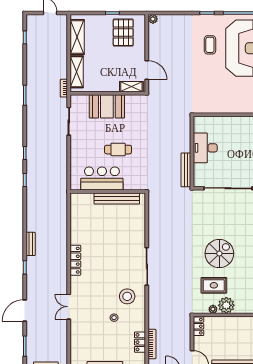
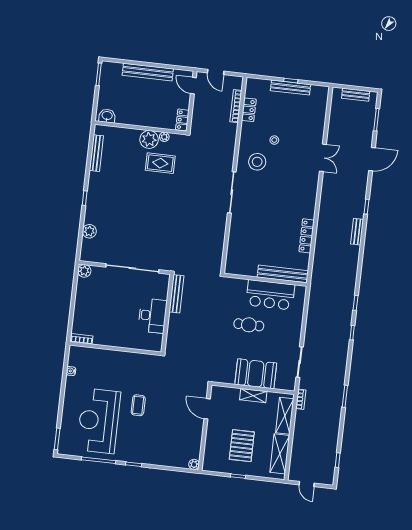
pallet: (123, 33) -> (242, 446), moved
coffee table: (210, 45) -> (138, 405), moved
shelving: (131, 87) -> (253, 396), moved
bench: (117, 199) -> (283, 274), moved
spiral stairs: (219, 254) -> (150, 197), removed
locker: (75, 260) -> (307, 236), moved

